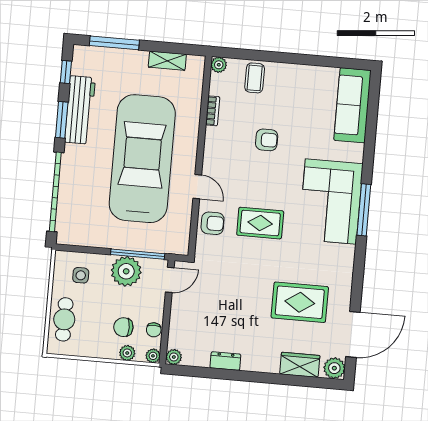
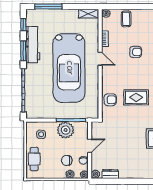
shelving: (167, 61) -> (89, 14), moved
car: (142, 159) -> (69, 68), turned 180
door: (197, 187) -> (100, 59), moved
door: (170, 280) -> (90, 146), moved
dresser: (225, 361) -> (110, 174), moved

